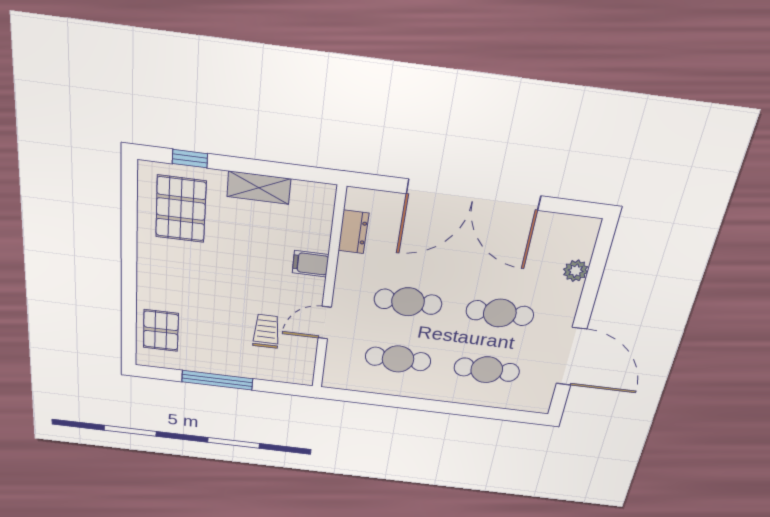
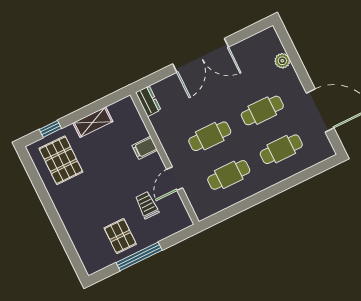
double door: (473, 195) -> (201, 55), width x0.73
dresser: (353, 232) -> (148, 101), moved
pallet: (161, 331) -> (120, 236), moved

